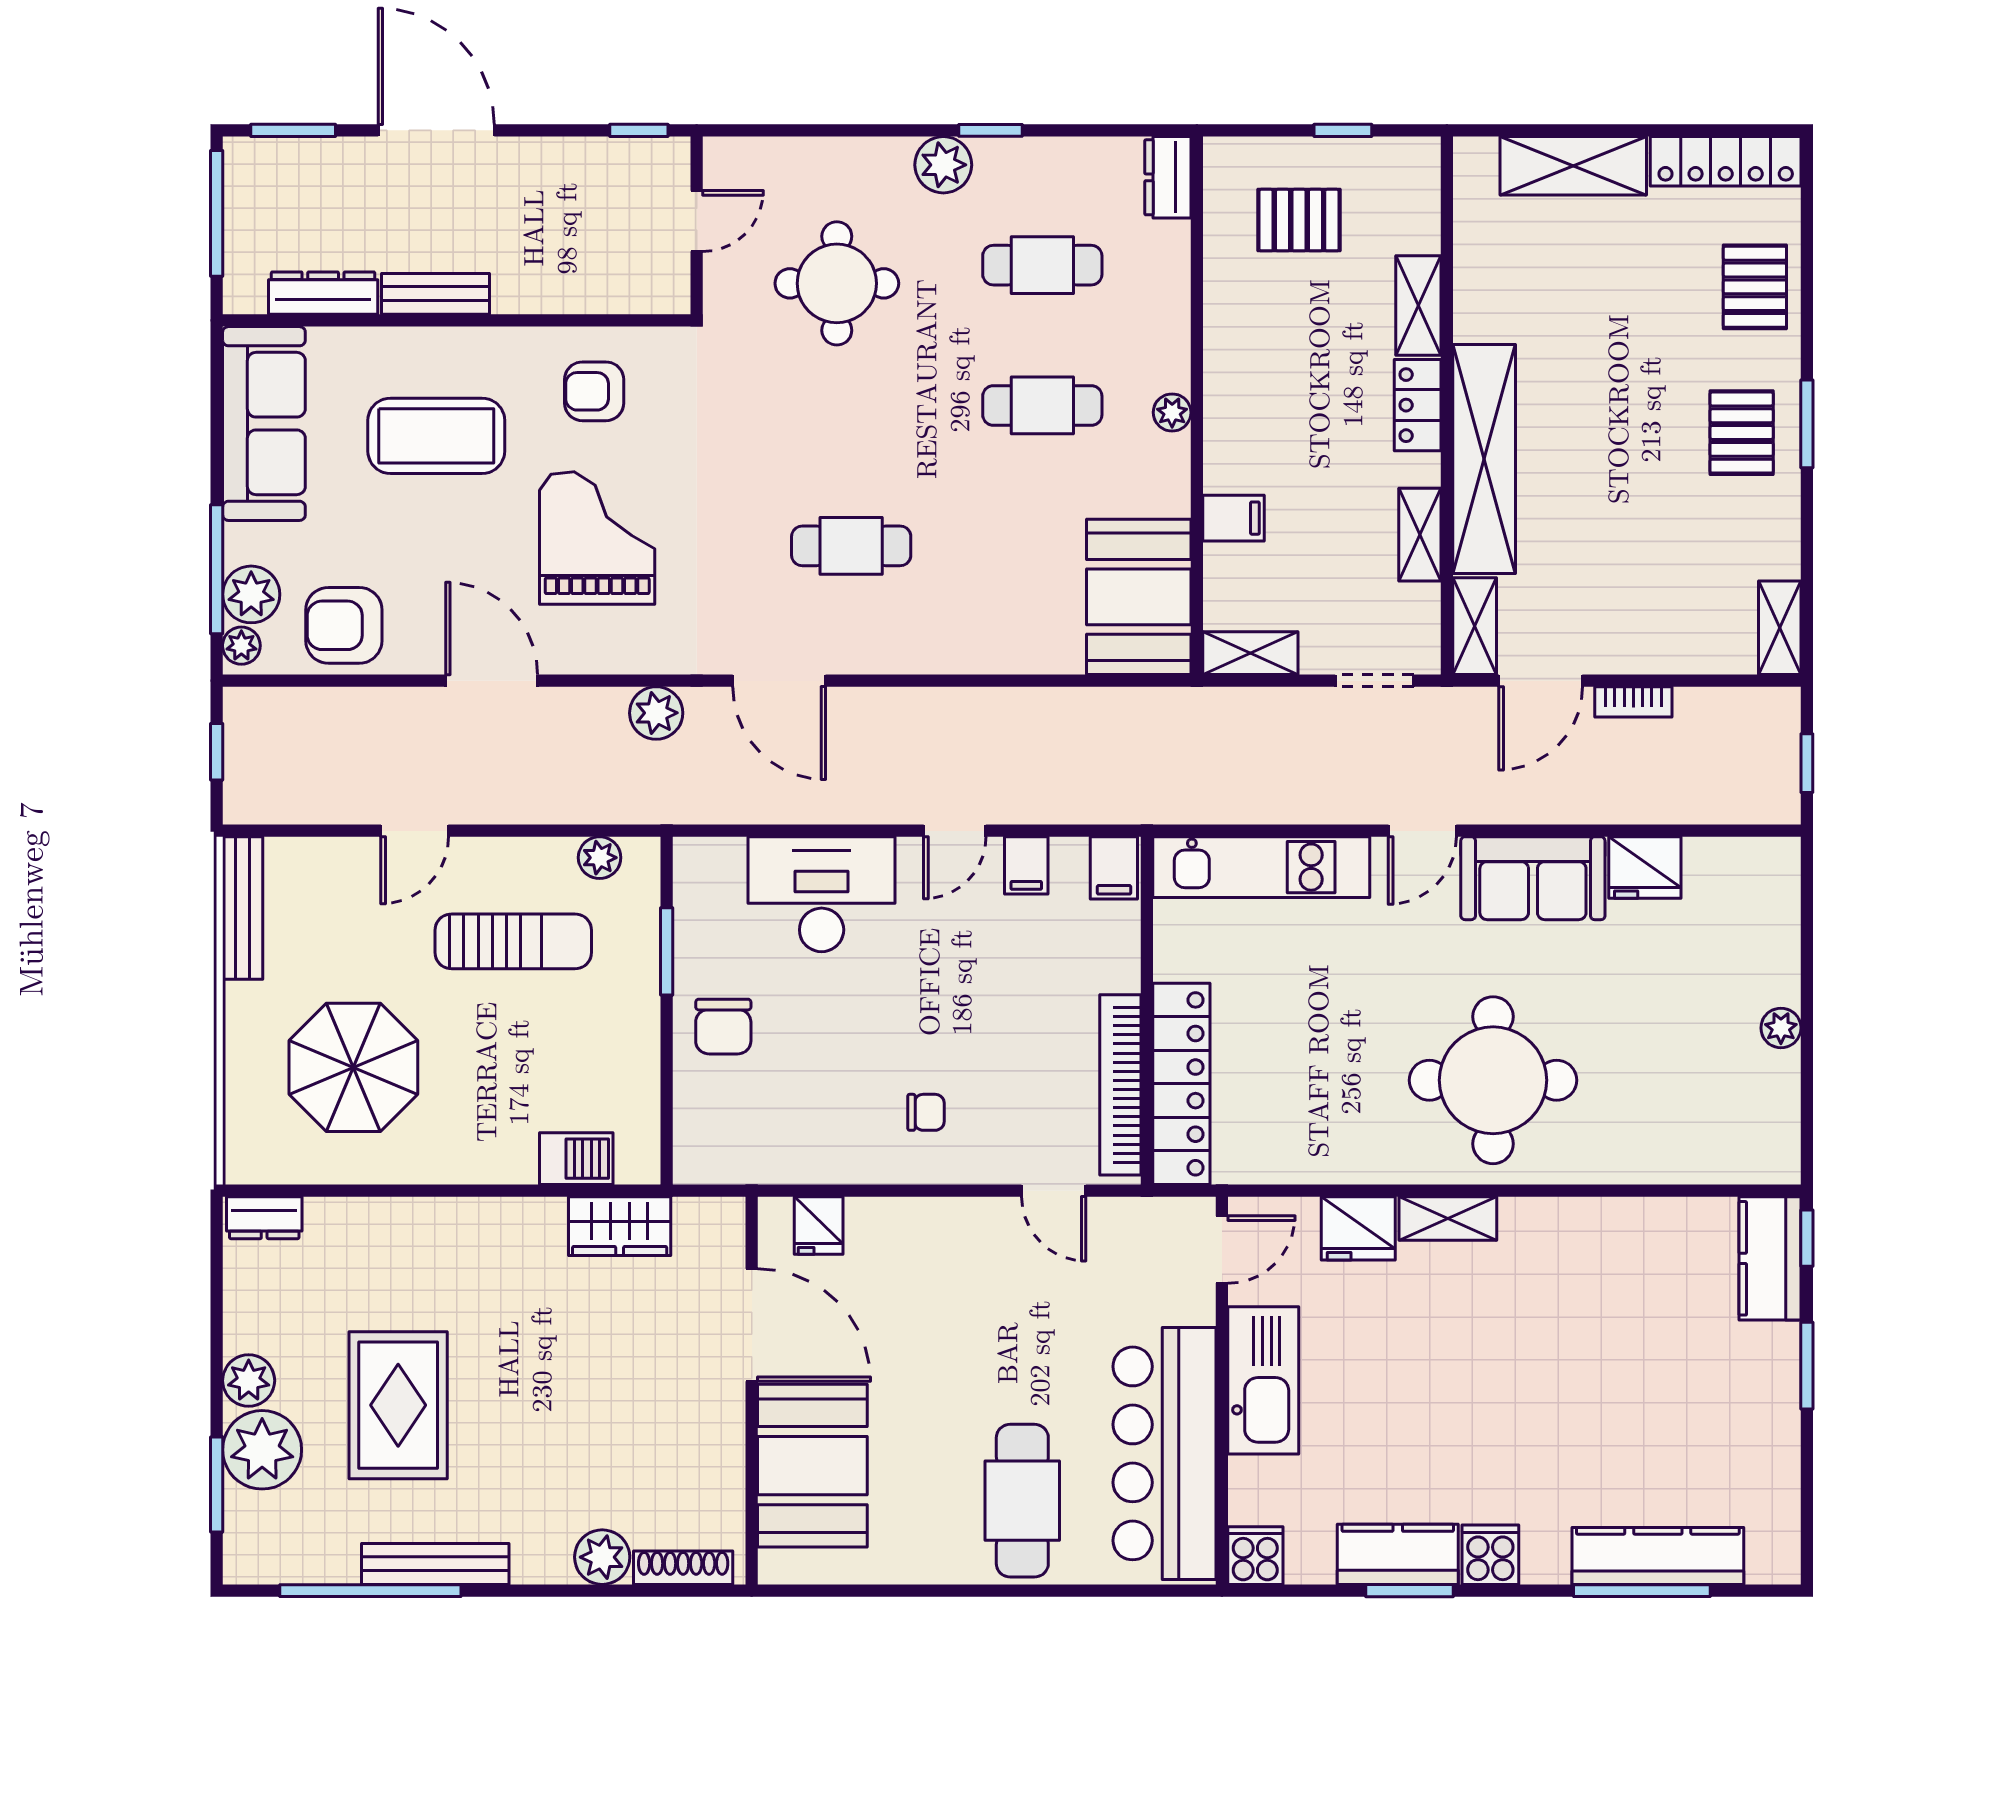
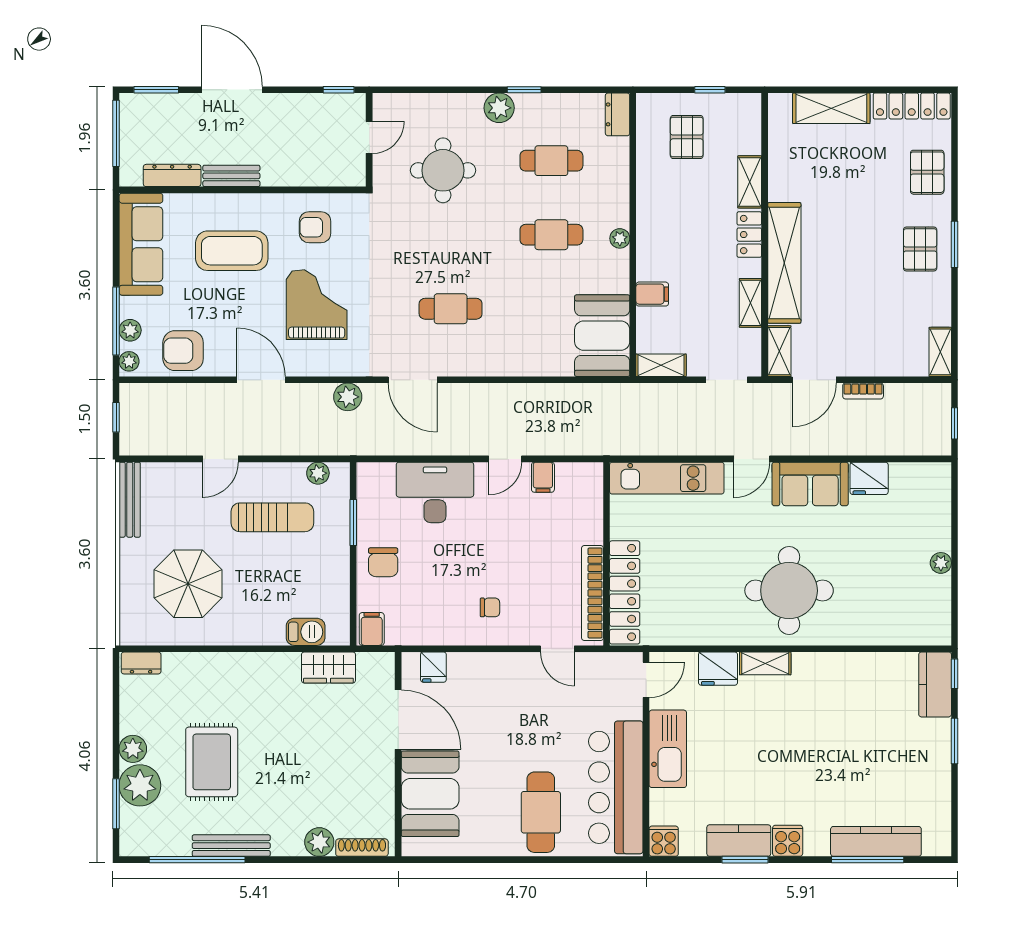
pallet: (1299, 220) -> (687, 137), turned 90
plant: (251, 594) -> (130, 330), width x0.73, depth x0.73
filing cabinet: (1114, 868) -> (372, 629), moved, turned 180

